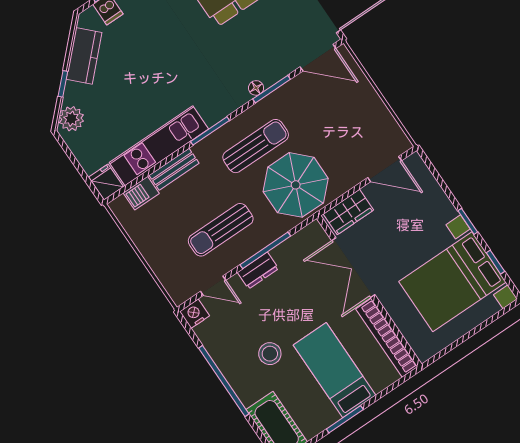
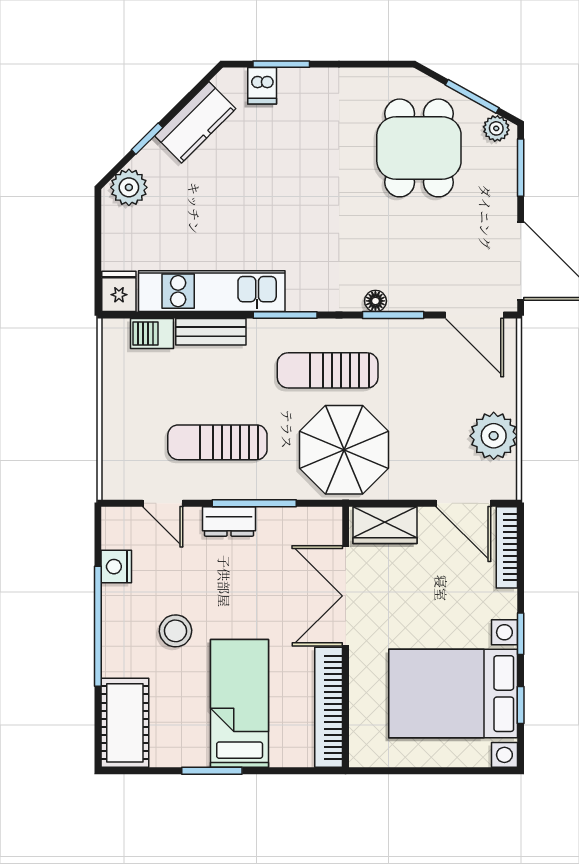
plant: (376, 119) -> (494, 436), added
sun lounger: (256, 146) -> (328, 370), turned 180
bookcase: (426, 178) -> (507, 547), added
nightstand: (194, 314) -> (116, 567), moved, turned -90

